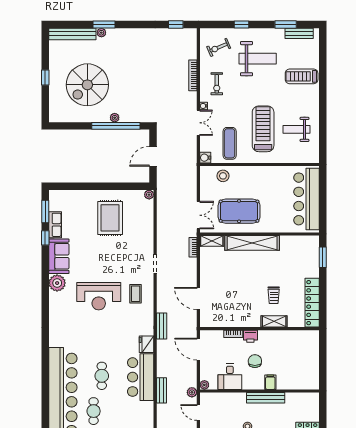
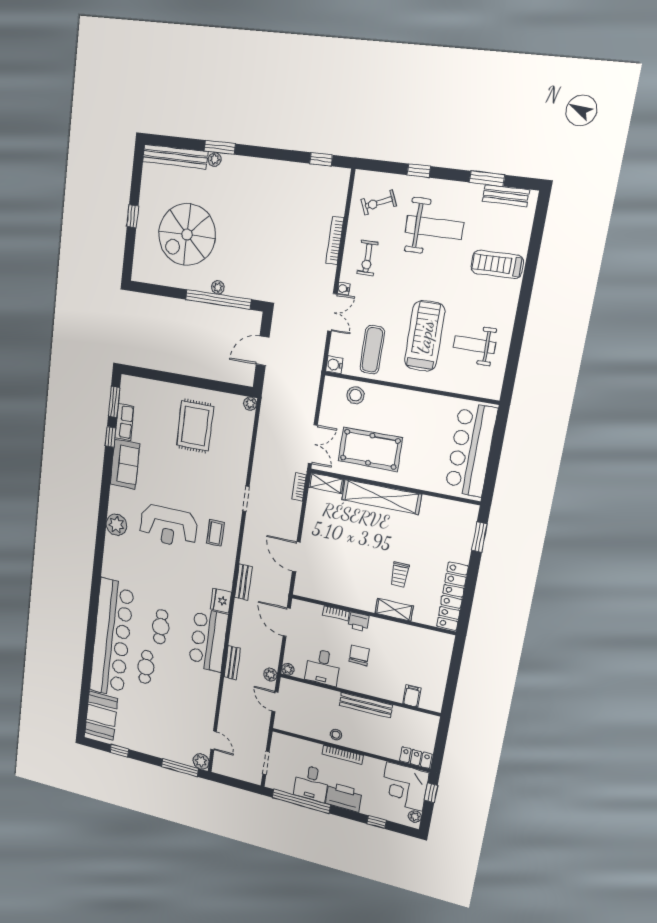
plant: (57, 283) -> (116, 525), moved
filing cabinet: (270, 382) -> (412, 696), moved

